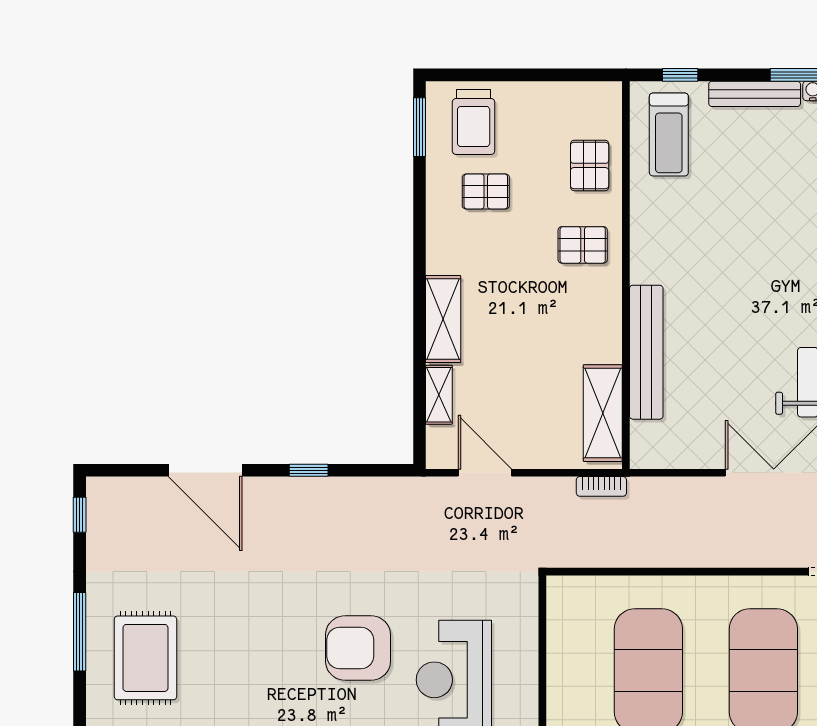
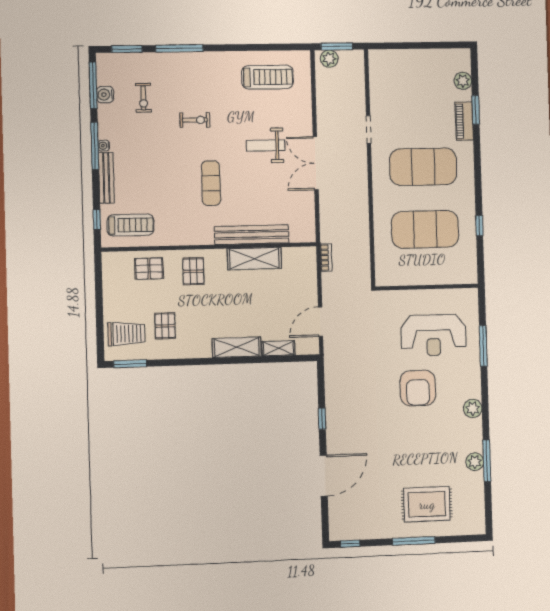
exercise mat: (741, 281) -> (211, 183), added
shelving: (603, 413) -> (254, 259), moved

